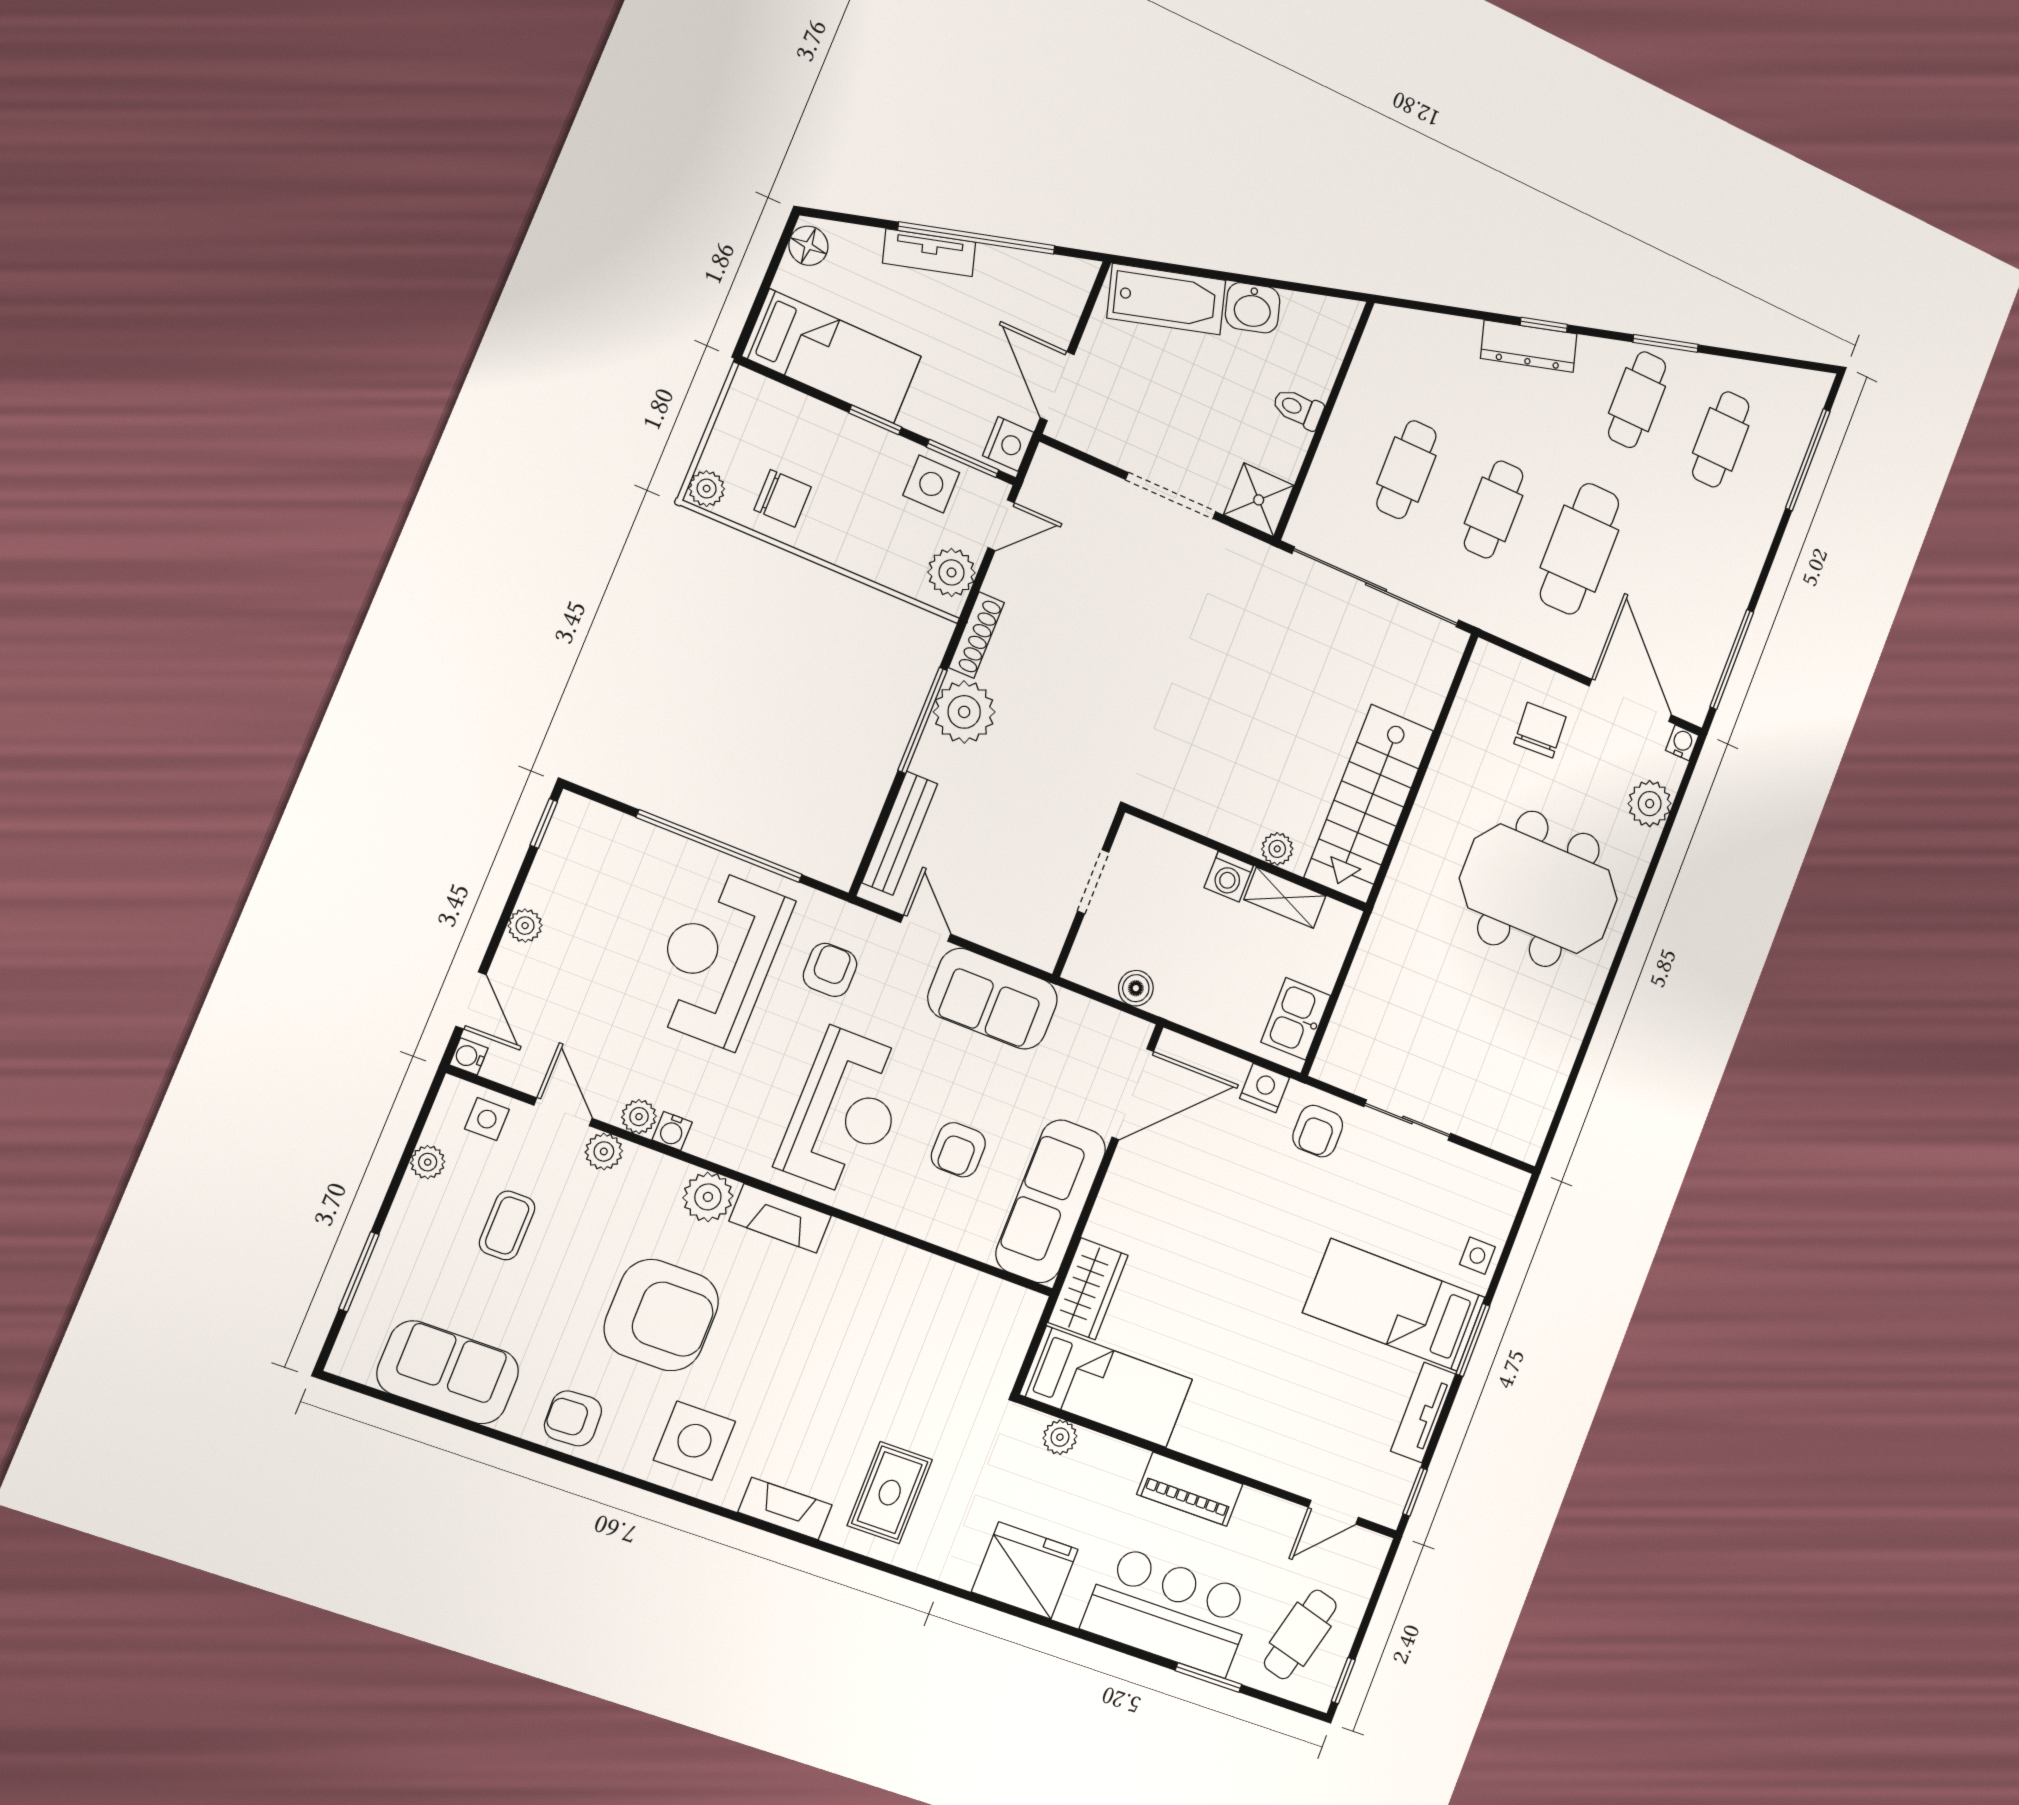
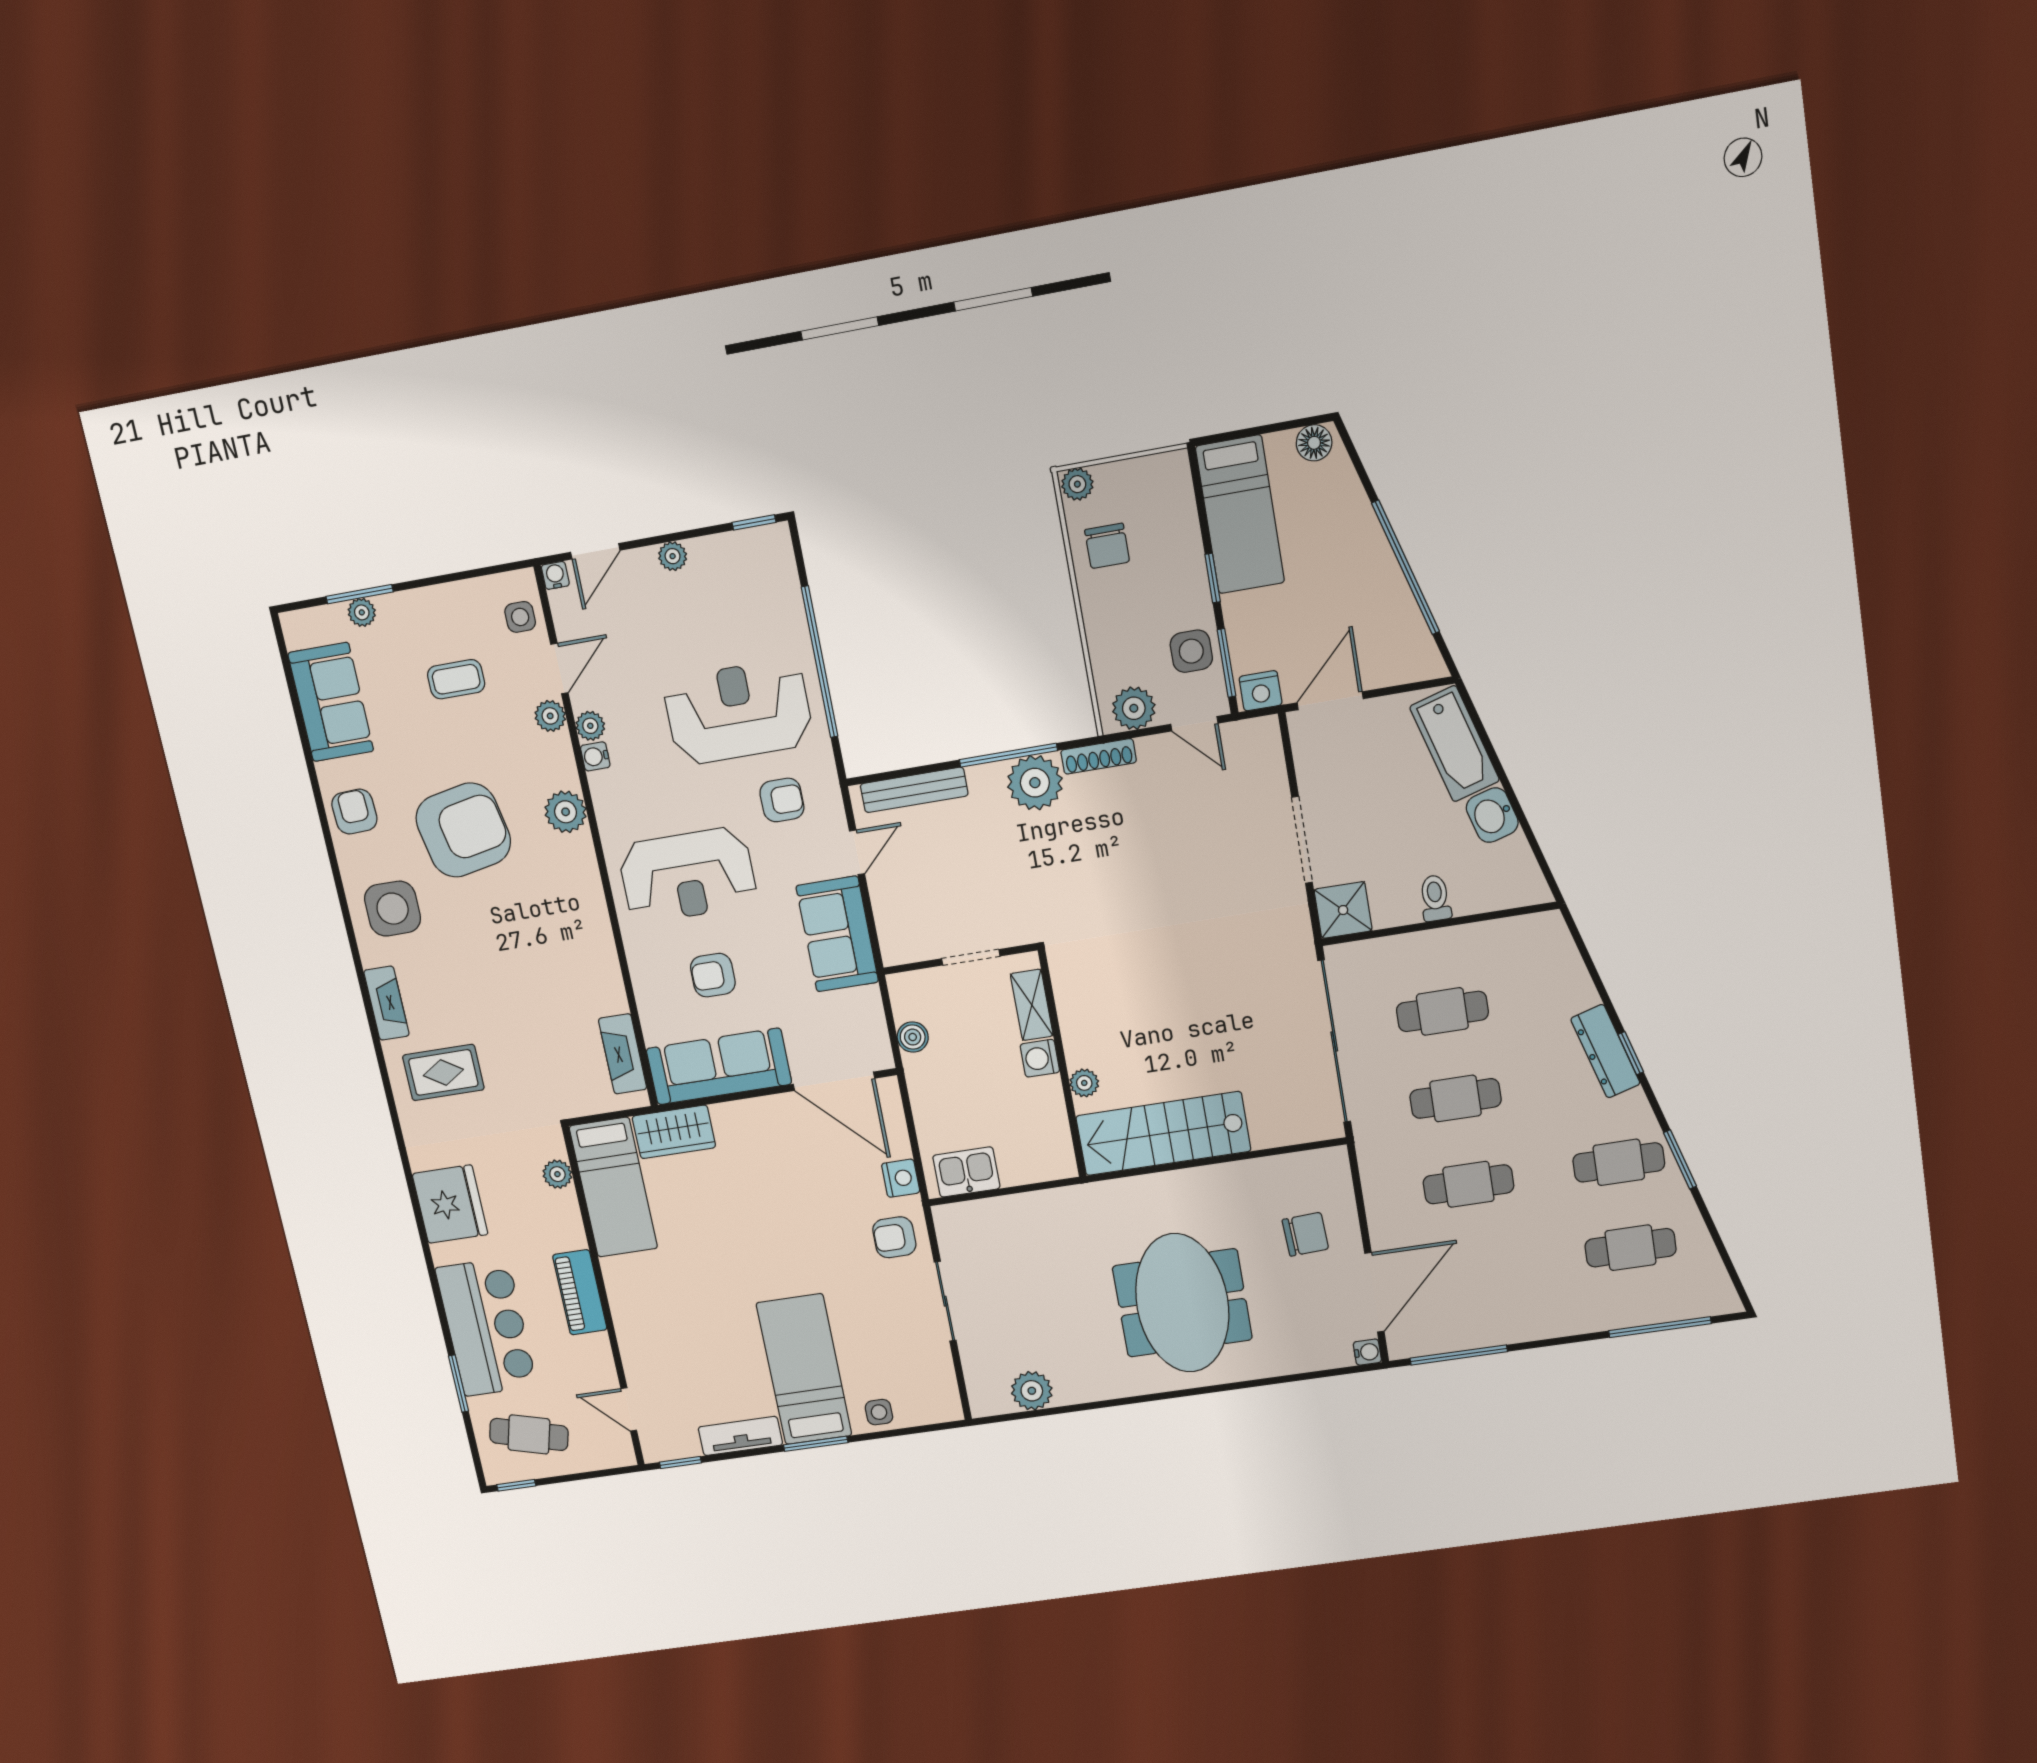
tv unit: (929, 253) -> (1370, 538), removed
cafe table: (1579, 549) -> (1468, 1184), width x0.73, depth x0.74
plant: (1650, 804) -> (1032, 1391), moved
shelving: (1285, 898) -> (1032, 1005), moved
plant: (428, 1162) -> (362, 612), moved
fireplace: (780, 1218) -> (623, 1054), moved
armchair: (661, 1315) -> (463, 830), turned -101

